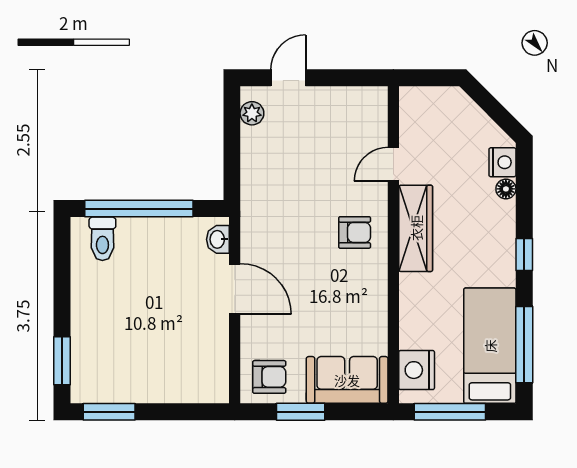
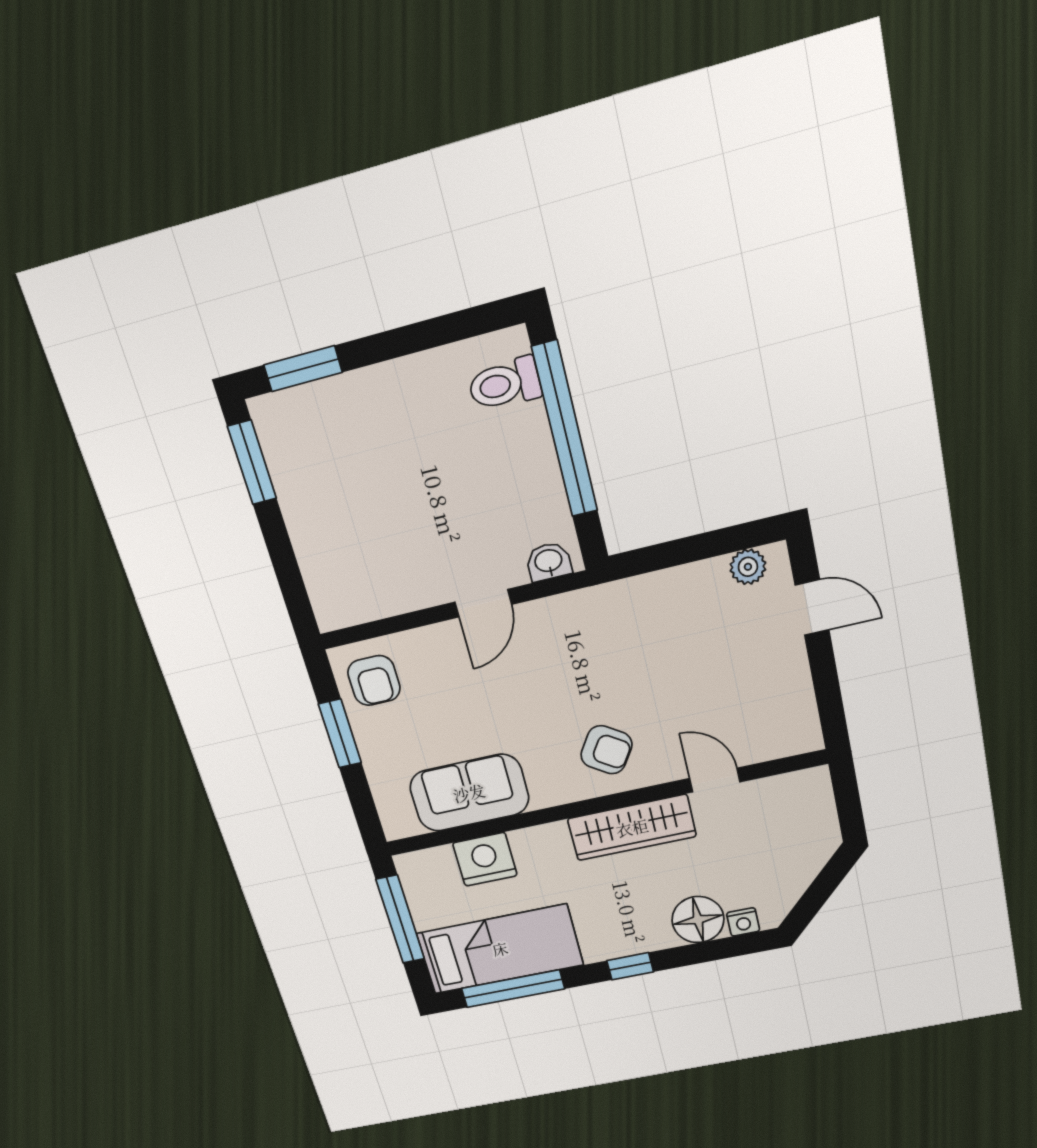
nightstand: (502, 162) -> (743, 922), width x0.72, depth x0.74
floor lamp: (506, 189) -> (698, 920), width x1.89, depth x1.89
armchair: (355, 232) -> (606, 750), turned -57
door: (235, 289) -> (483, 603), width x0.73
nightstand: (417, 370) -> (485, 859), moved
sofa: (347, 380) -> (469, 793), moved, turned -90

